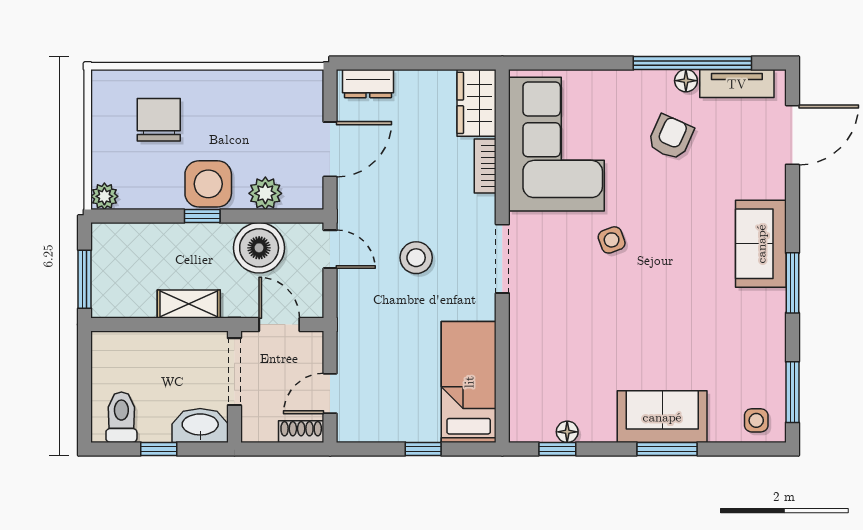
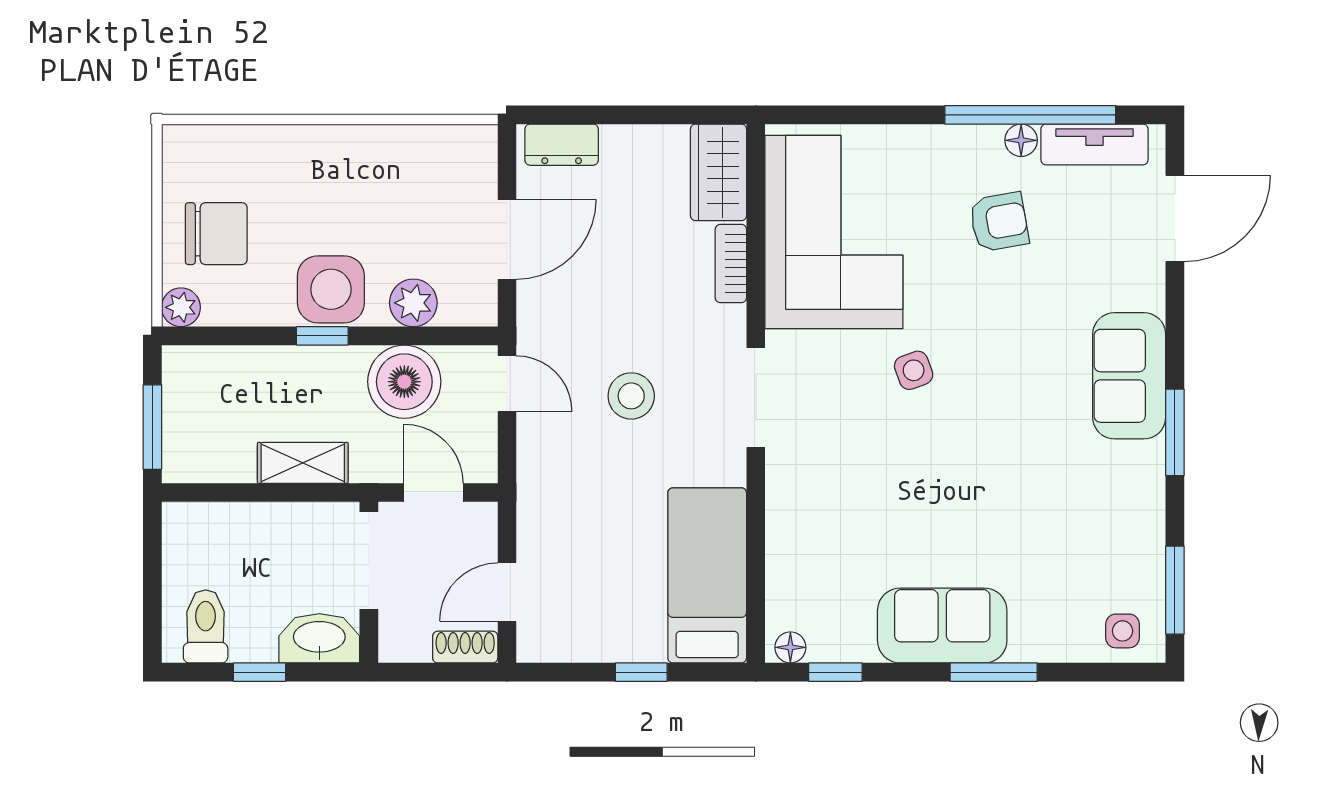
chair: (159, 120) -> (216, 234), moved, turned 90
armchair: (671, 137) -> (999, 222), turned 56
sofa: (662, 417) -> (942, 626), moved
floor lamp: (567, 432) -> (790, 647), moved

